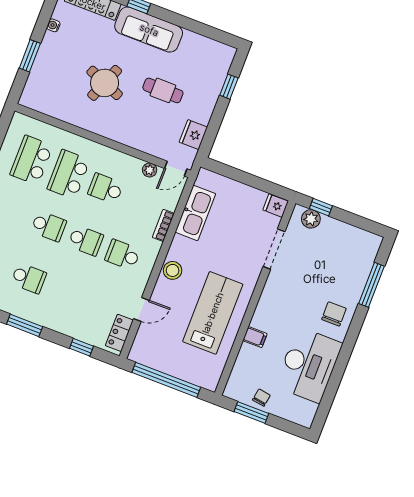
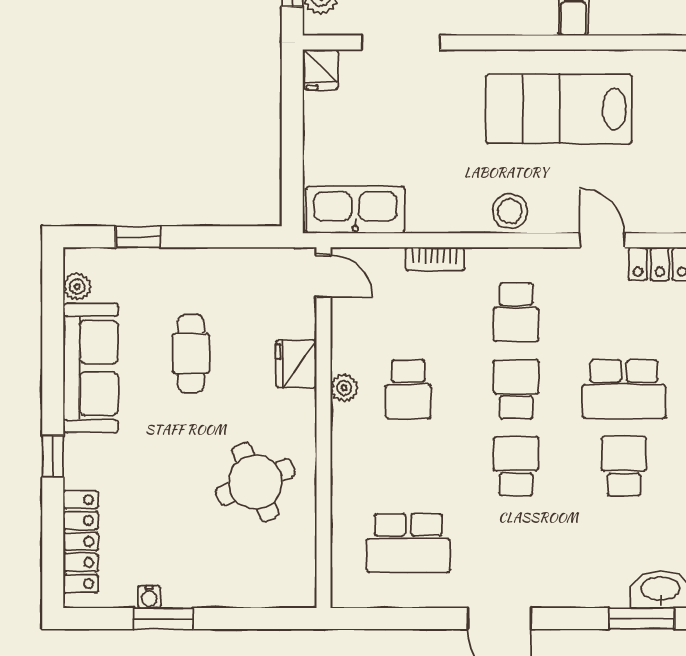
sofa: (149, 30) -> (91, 368), moved
plant: (216, 48) -> (77, 287), added
window: (30, 56) -> (163, 619), moved
round table: (105, 83) -> (255, 482), moved, turned 45
fridge: (193, 135) -> (296, 364), moved, turned 90
plant: (150, 170) -> (344, 388), moved
school desk: (69, 174) -> (624, 389), moved
kitchen sink: (195, 213) -> (355, 210), moved

